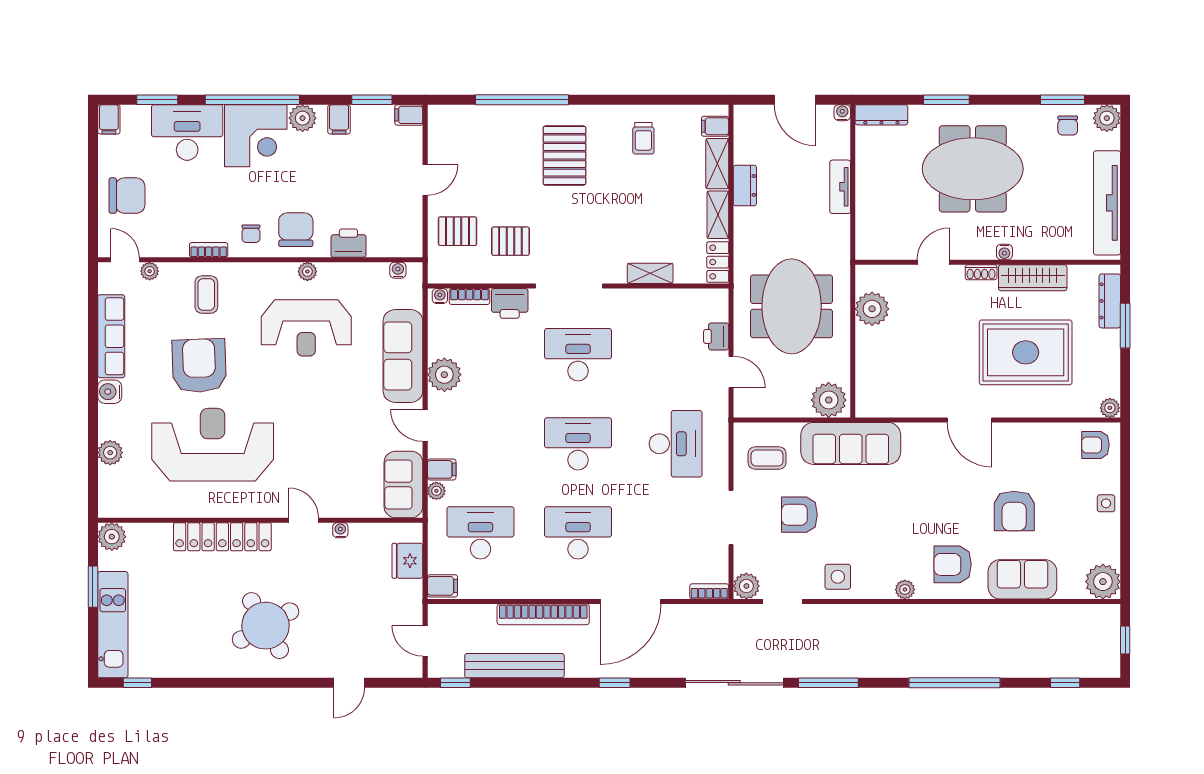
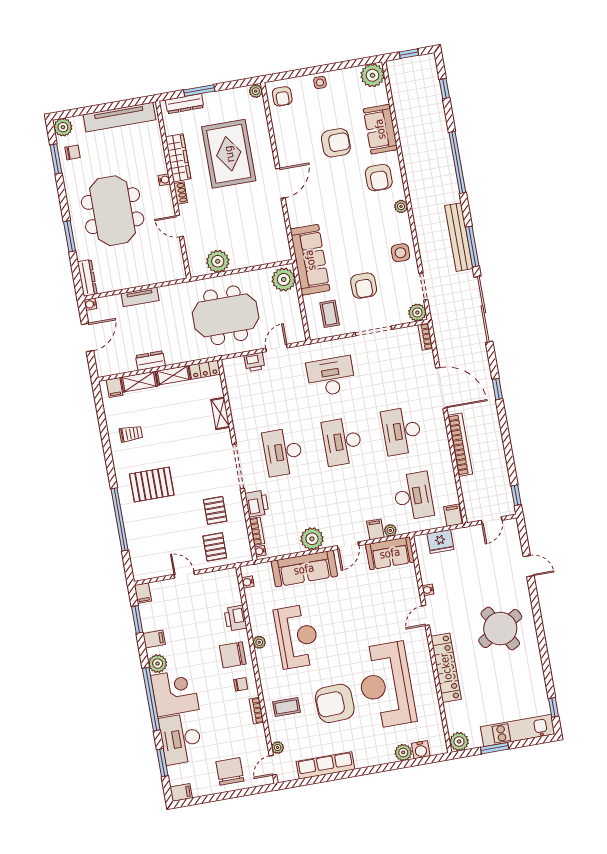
water cooler: (110, 392) -> (421, 750), moved
desk: (480, 533) -> (413, 496), turned 180
bench: (514, 666) -> (459, 237), moved

